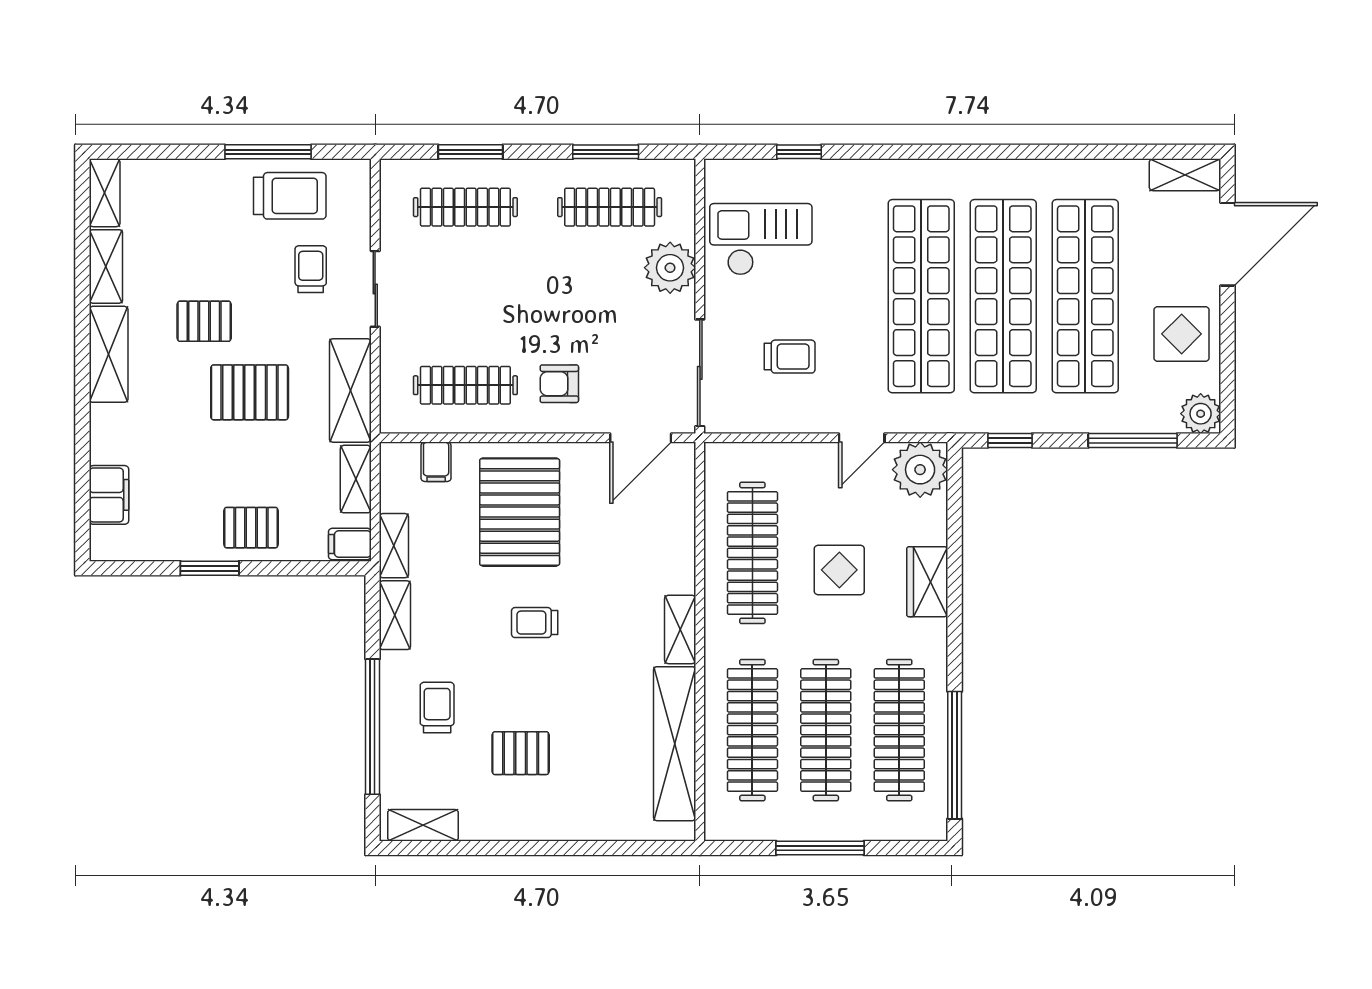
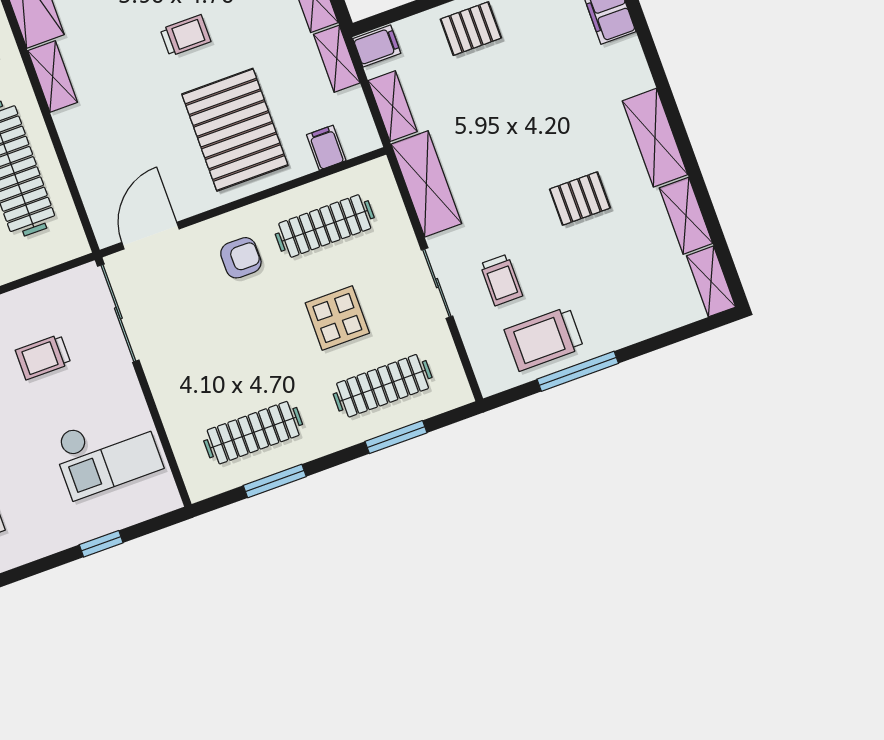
plant: (670, 268) -> (179, 398), removed
display table: (486, 290) -> (337, 318), added
pallet: (250, 392) -> (516, 149), removed

